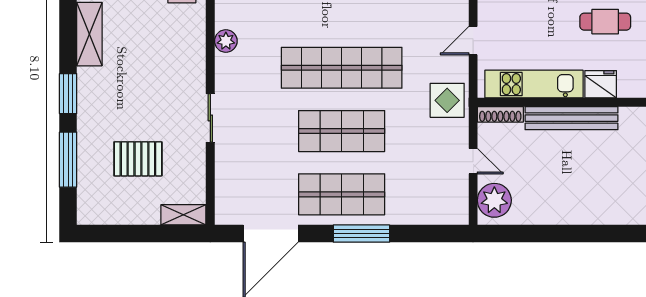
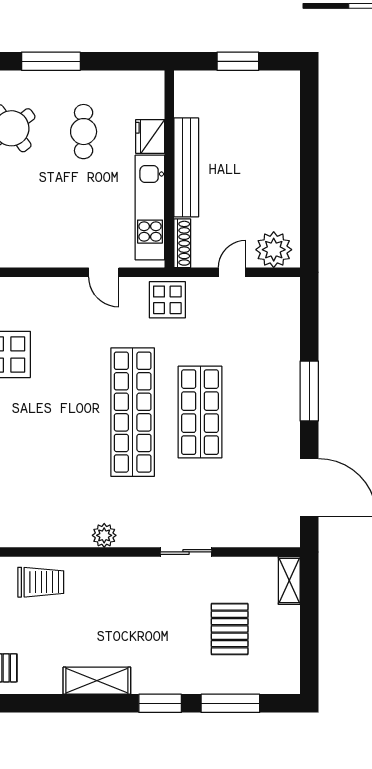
shop shelf: (342, 194) -> (267, 412), removed

